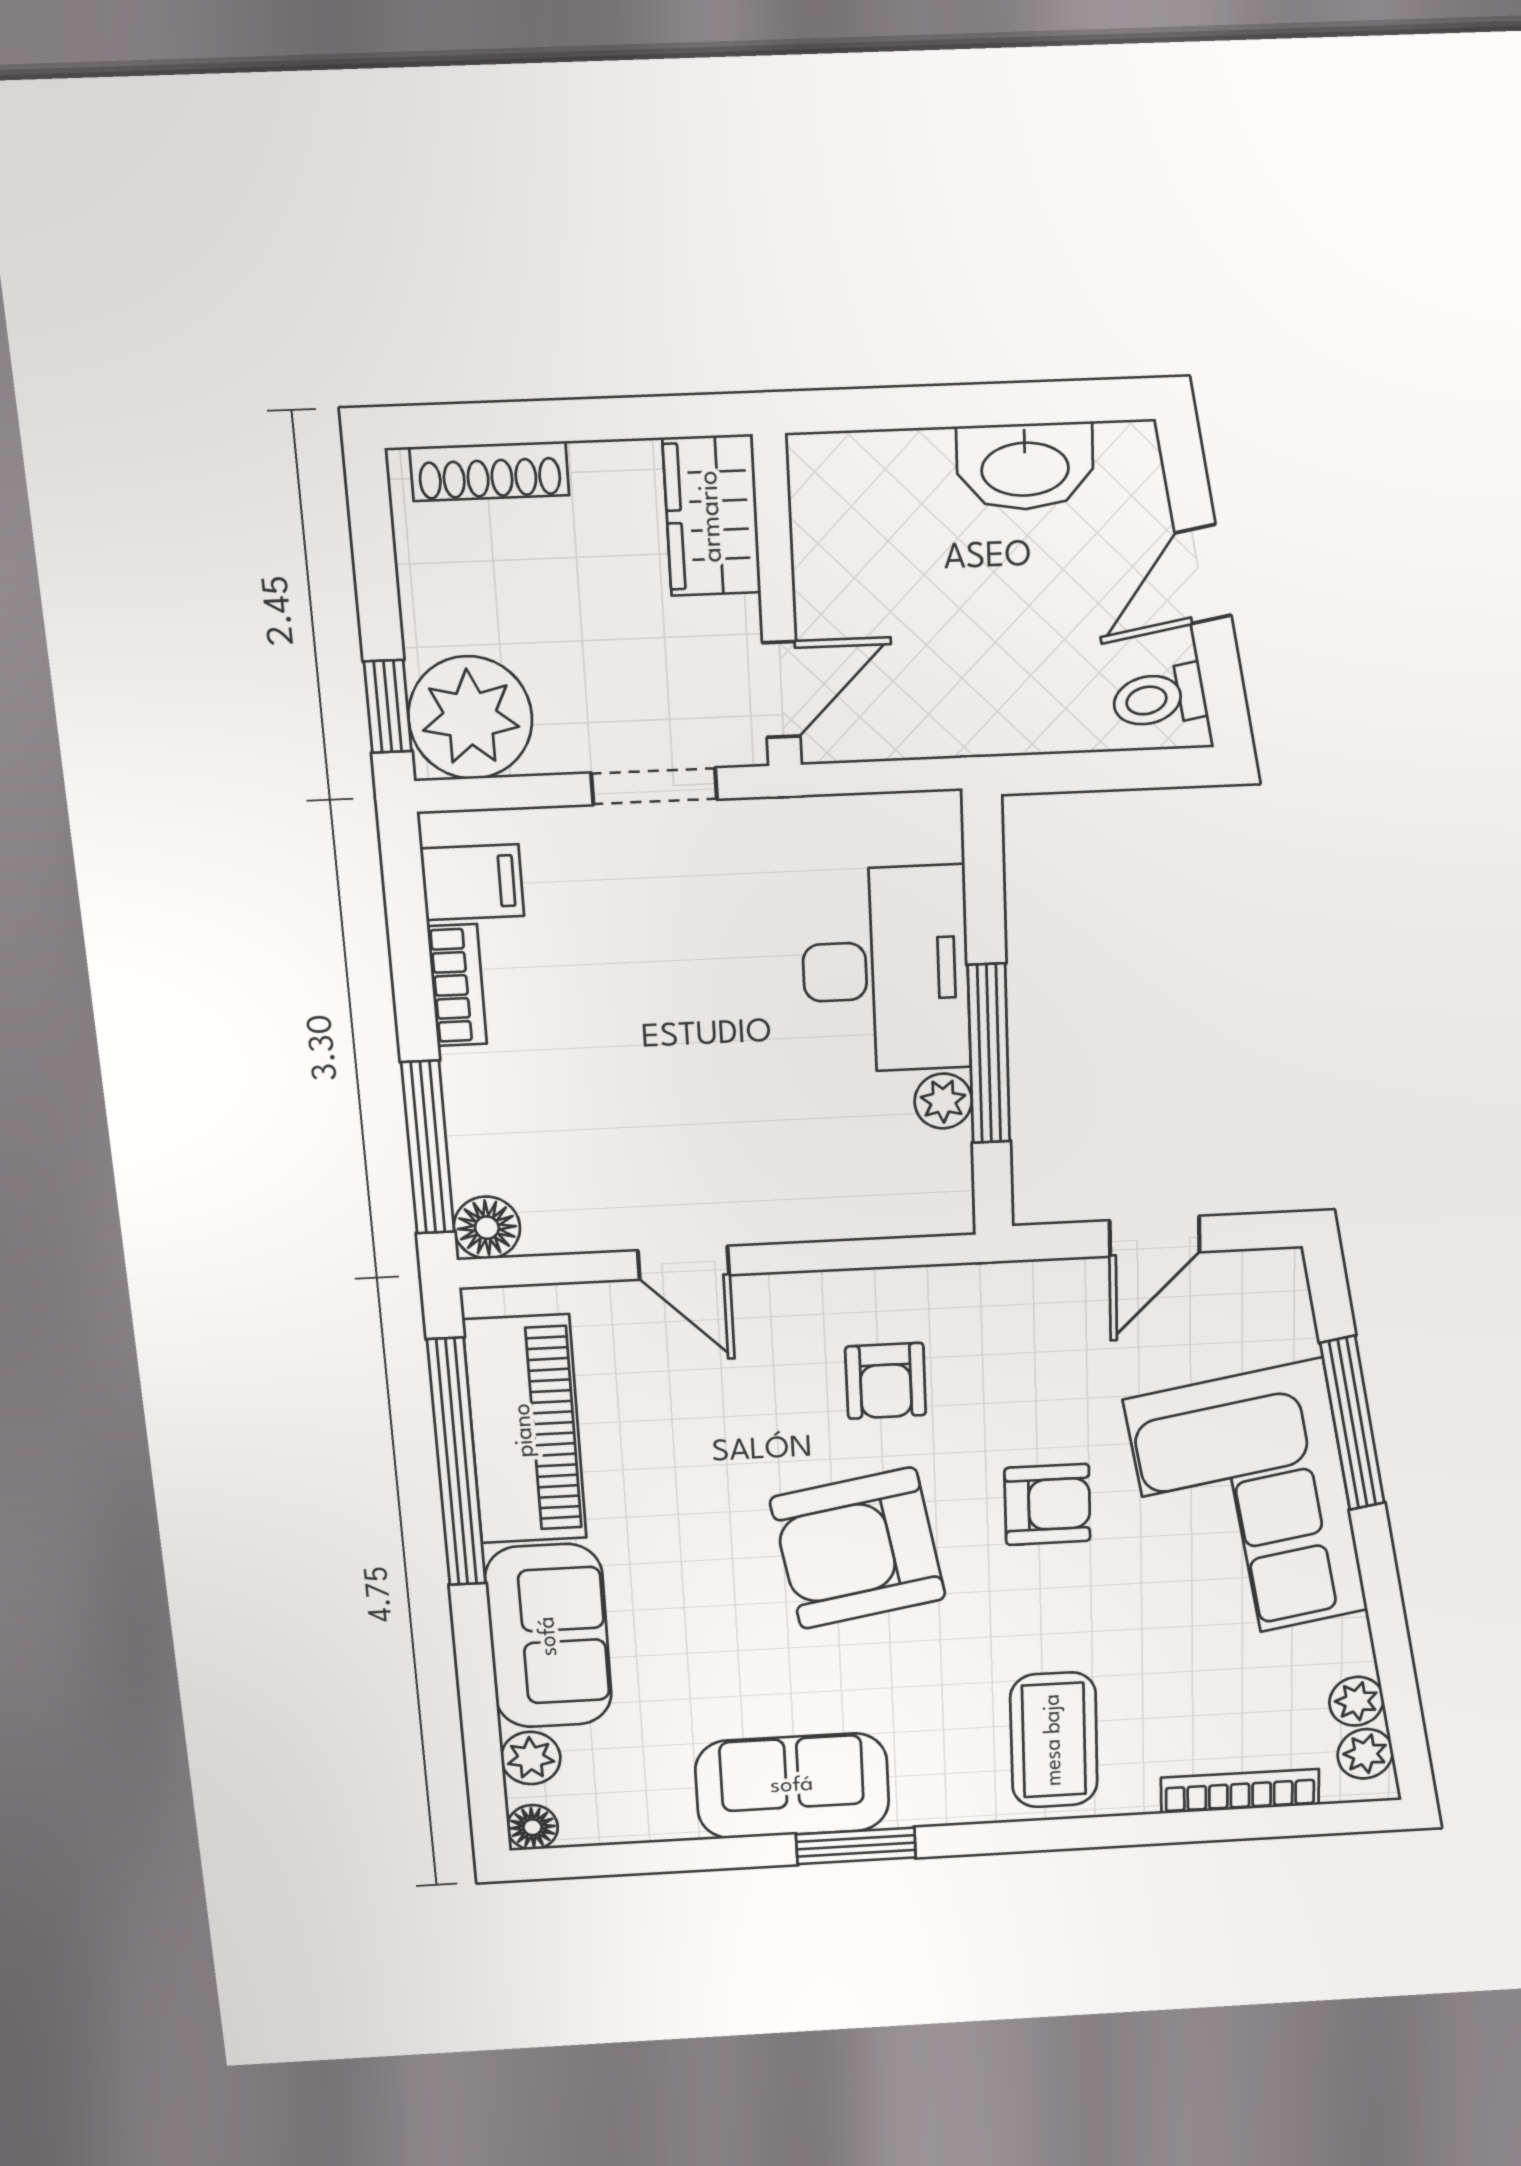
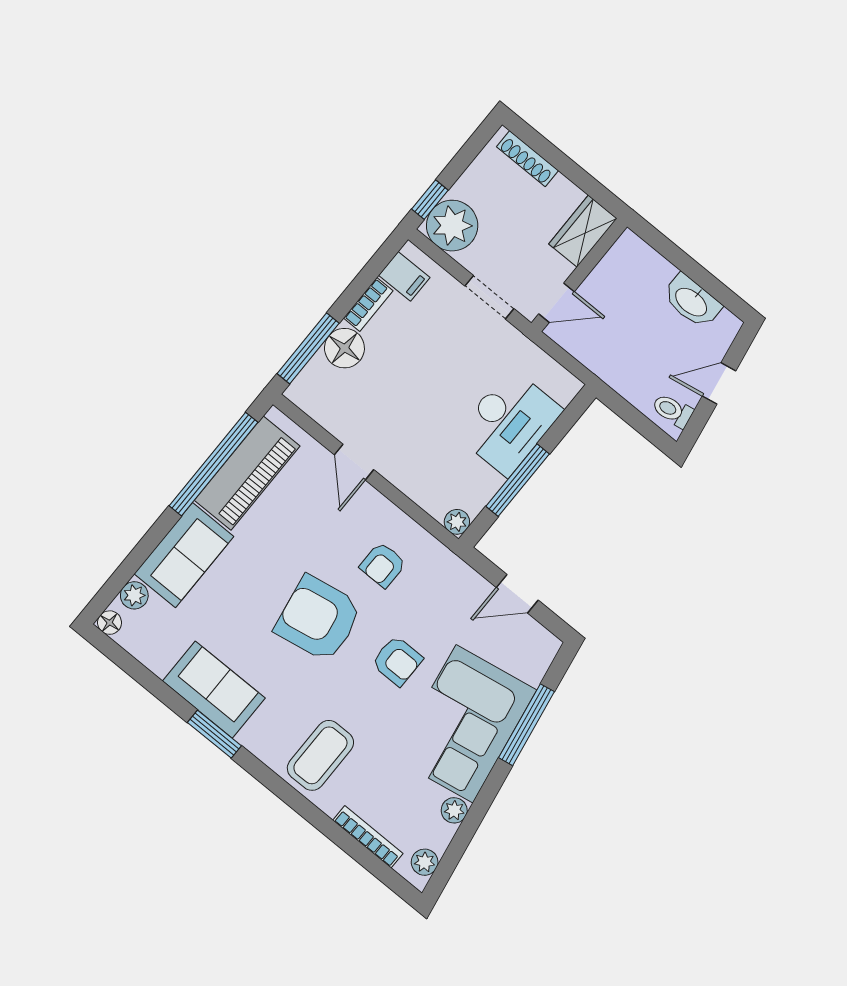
plant: (943, 1101) -> (457, 522), moved
floor lamp: (487, 1228) -> (344, 348), moved, width x1.38, depth x1.38
plant: (1356, 1701) -> (454, 810), moved

